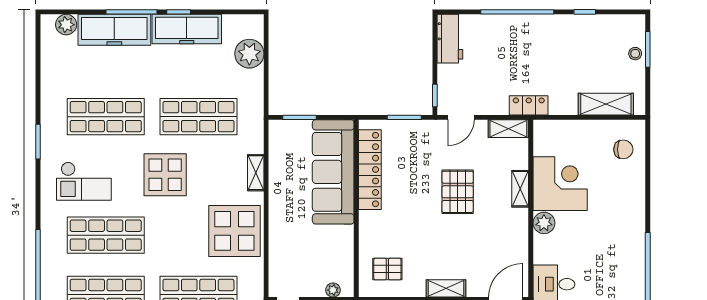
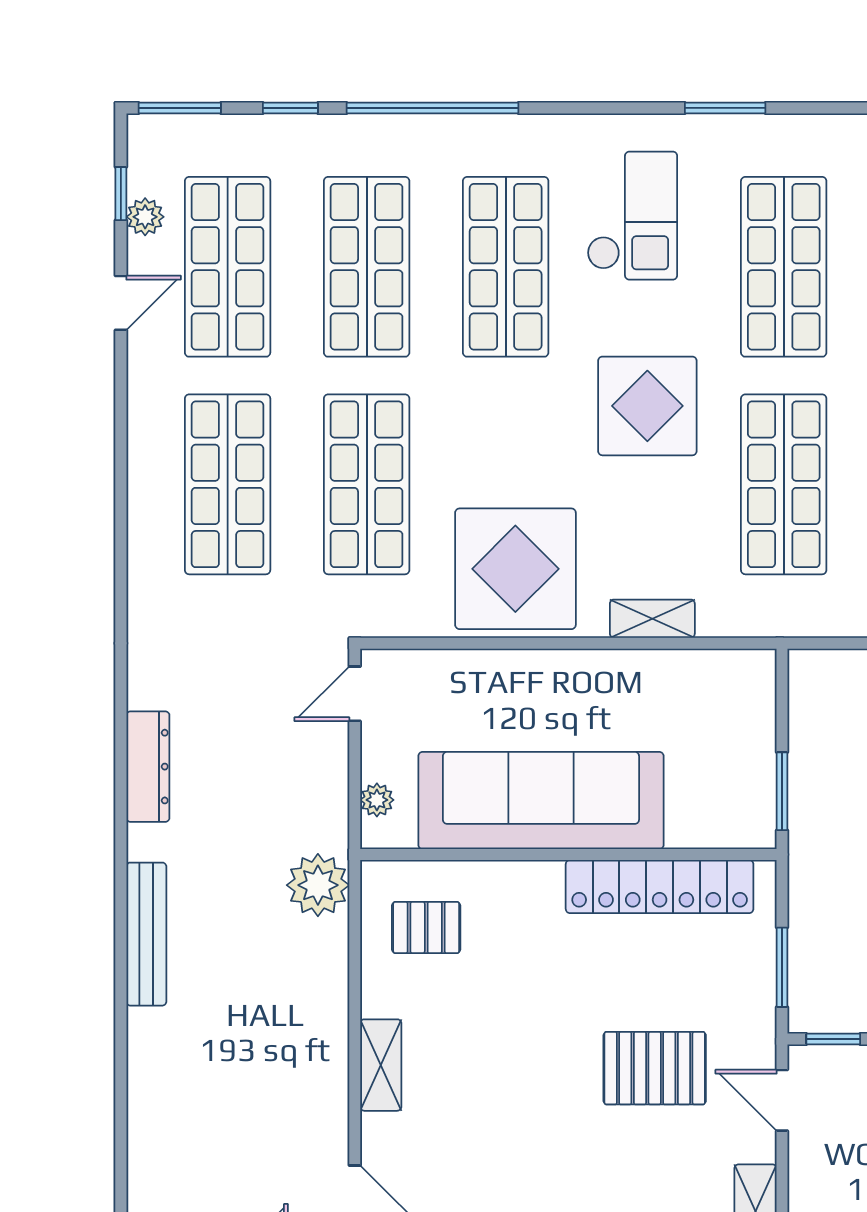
window: (300, 117) -> (782, 791), moved
sofa: (333, 172) -> (541, 800), moved
checkout: (84, 181) -> (632, 216), turned 180
pallet: (458, 192) -> (655, 1068), moved
pallet: (387, 269) -> (426, 927), turned 90

